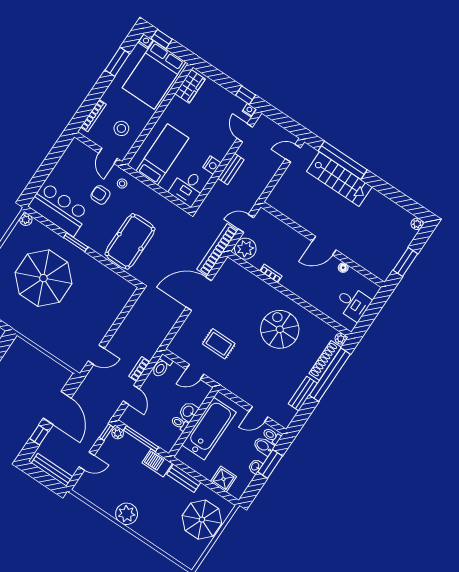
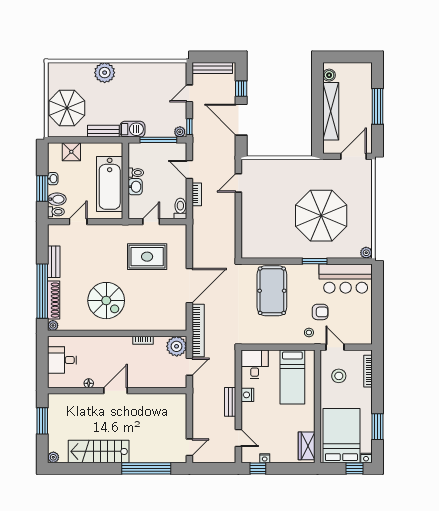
nightstand: (249, 110) -> (265, 458), moved
stairs: (339, 179) -> (99, 451), moved
rug: (219, 344) -> (147, 257), width x1.36, depth x1.43
plant: (127, 514) -> (105, 73), moved

